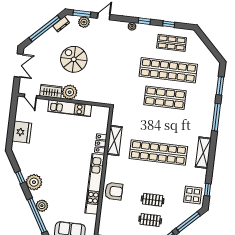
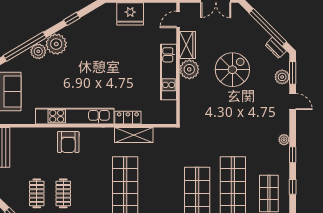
plant: (34, 182) -> (56, 44), moved

